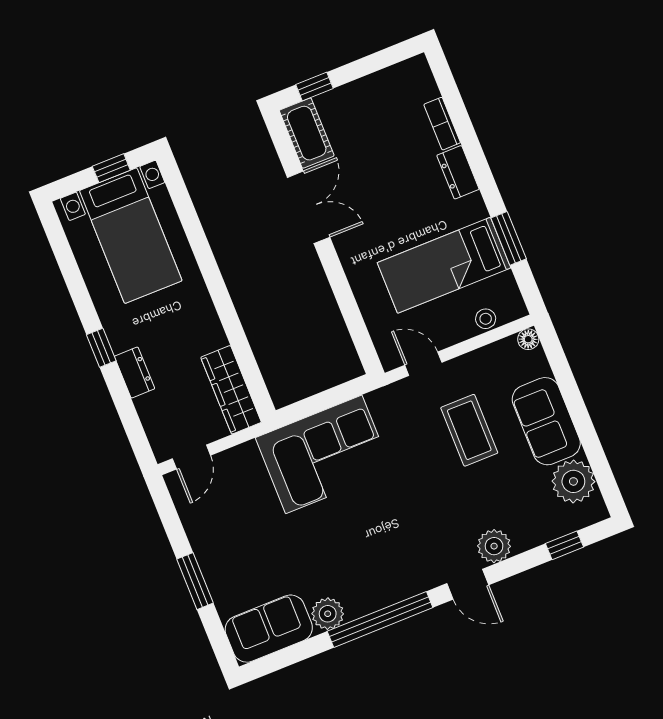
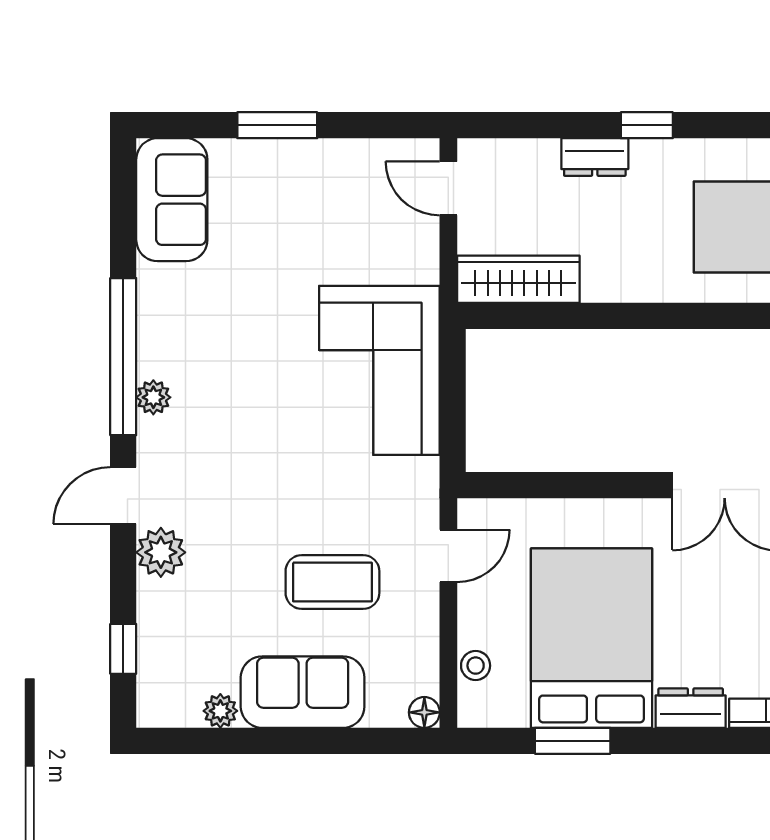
bed: (444, 265) -> (592, 638), width x1.50
plant: (573, 481) -> (220, 711), width x0.53, depth x0.53
plant: (328, 614) -> (153, 397), moved, width x0.73, depth x0.73

